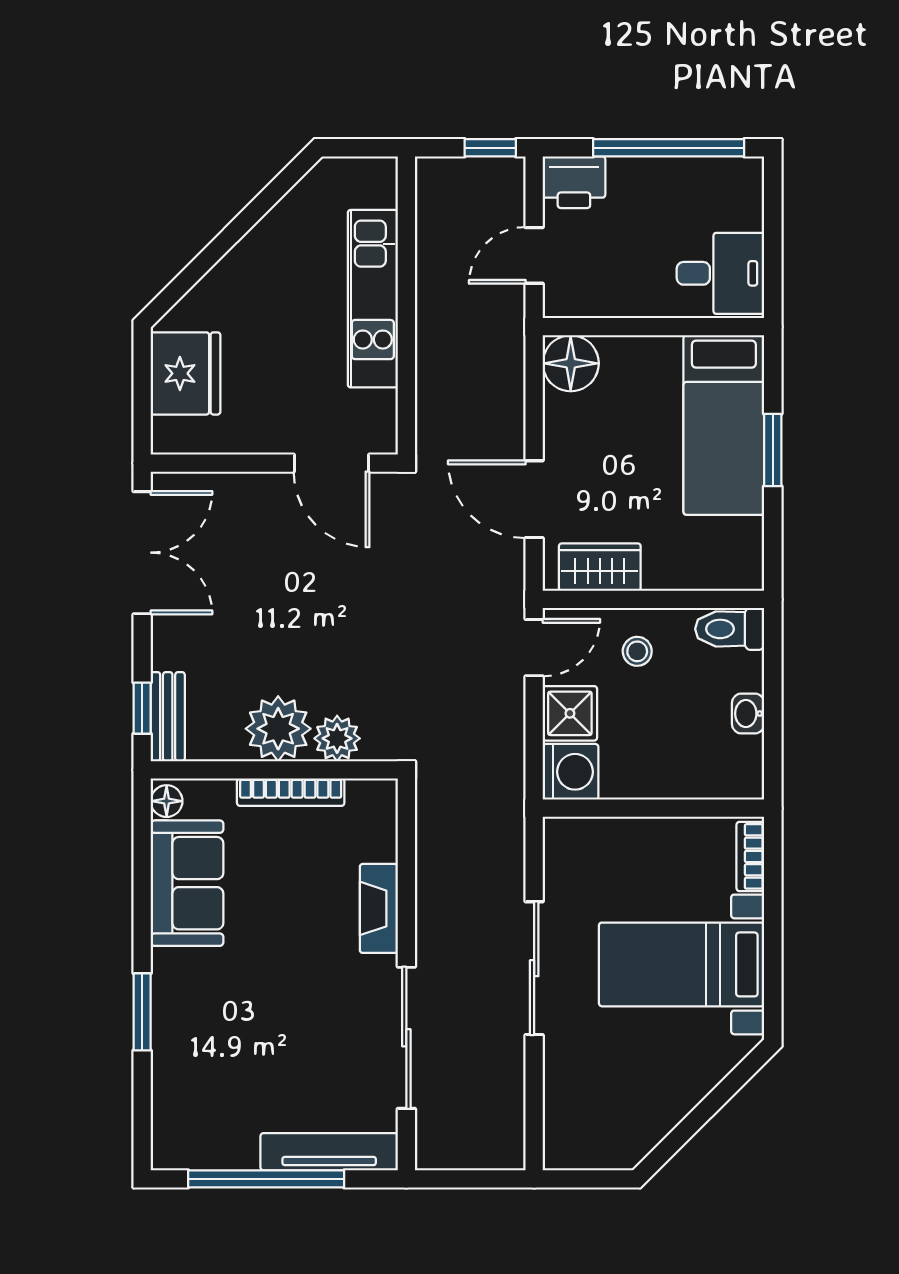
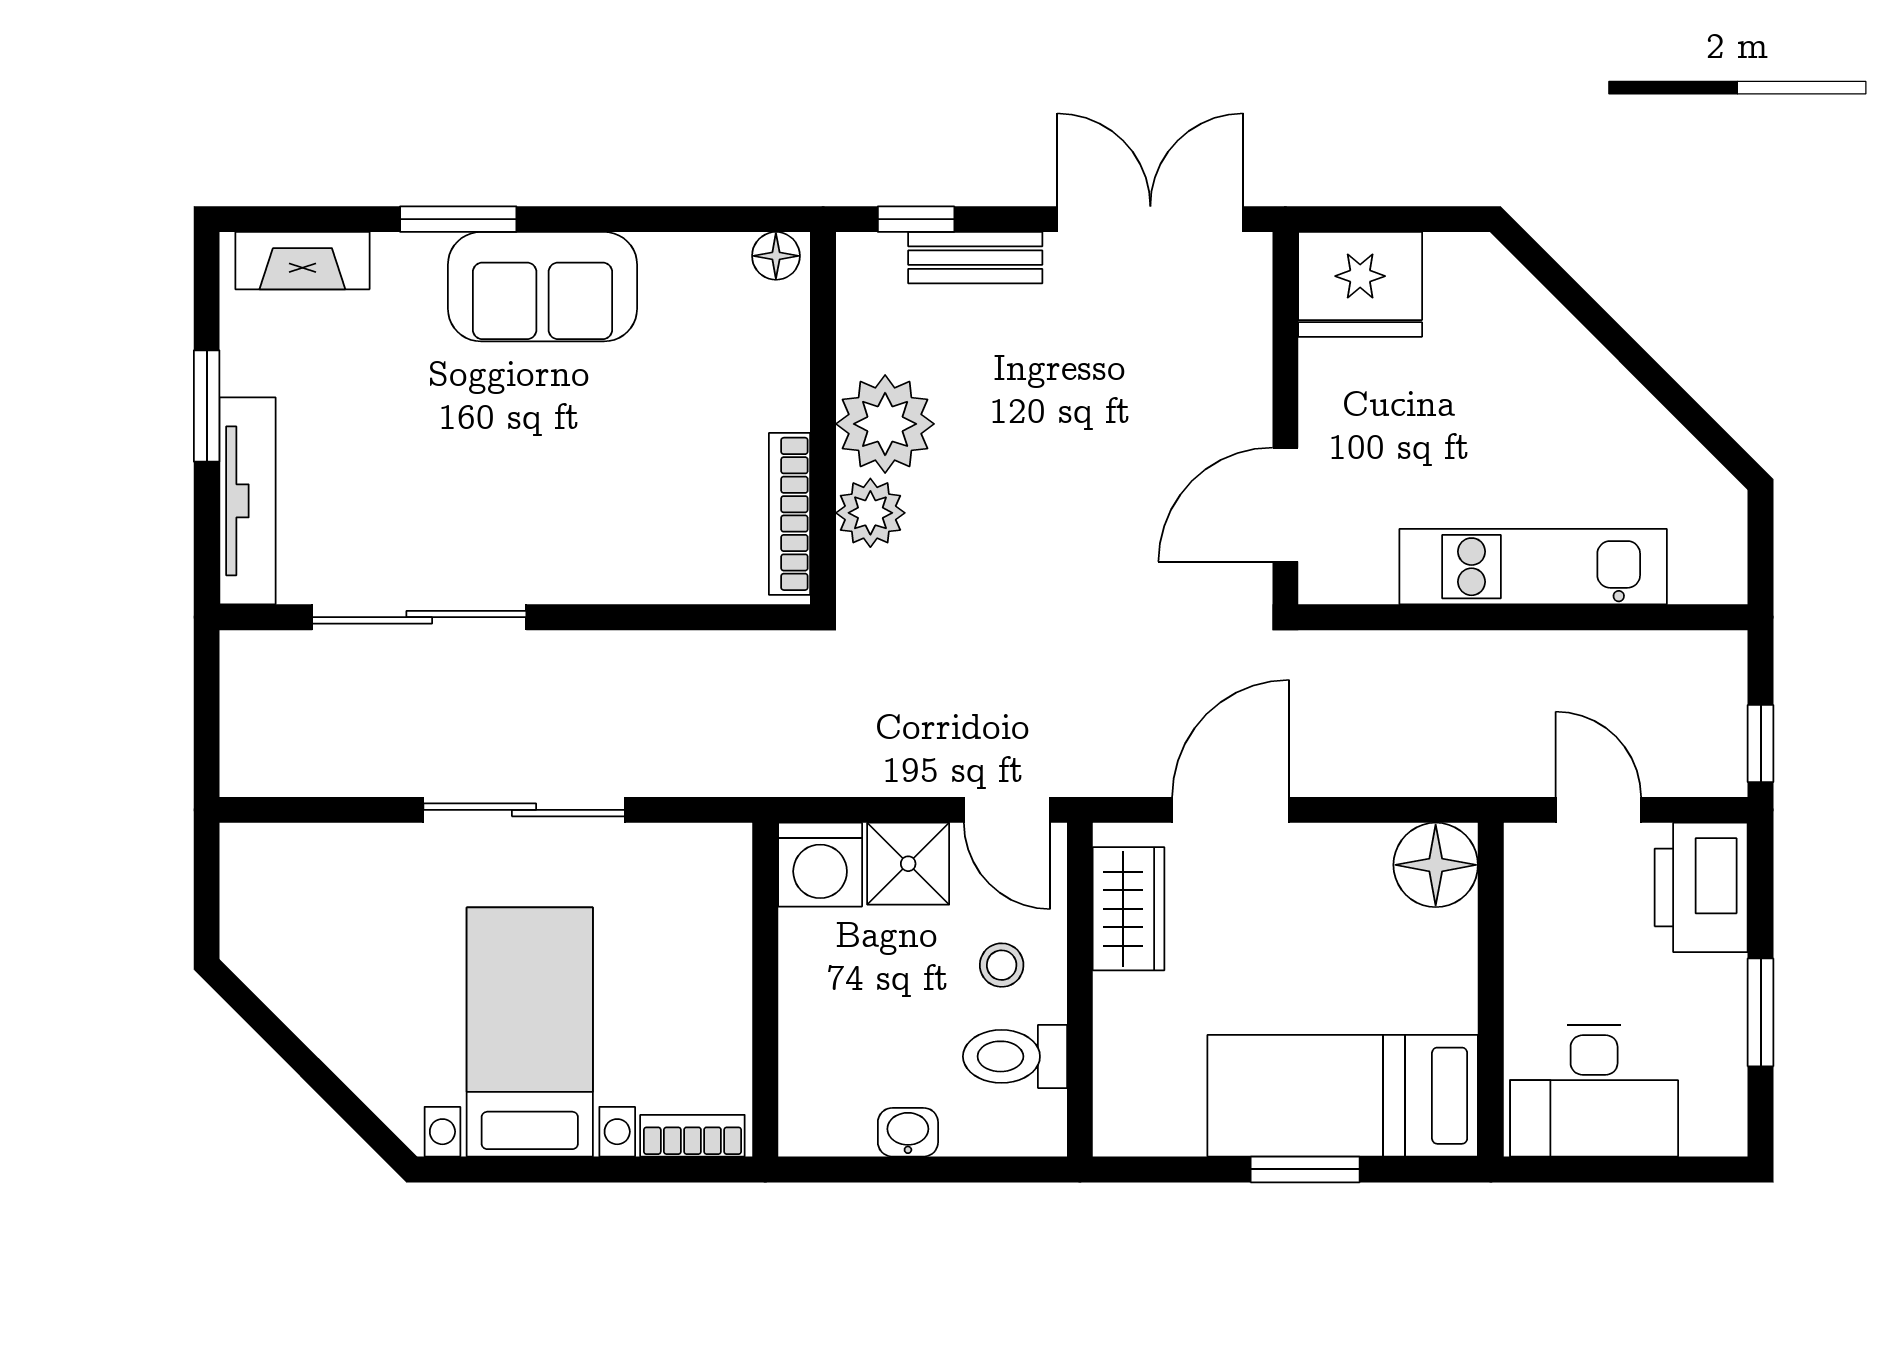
window: (669, 148) -> (1761, 1012), width x0.47
printer: (574, 182) -> (1701, 887), width x1.37, depth x1.19
desk: (720, 273) -> (1594, 1091), width x1.37
fridge: (186, 373) -> (1360, 284), moved
double door: (142, 553) -> (1150, 219), swing flipped
toilet: (730, 629) -> (1015, 1056), moved, turned -90
bench: (168, 717) -> (975, 258), moved
bookcase: (291, 792) -> (789, 514), moved
sofa: (187, 883) -> (542, 287), moved
fireplace: (379, 908) -> (302, 261), moved, turned 180
window: (266, 1179) -> (207, 406), width x0.47

